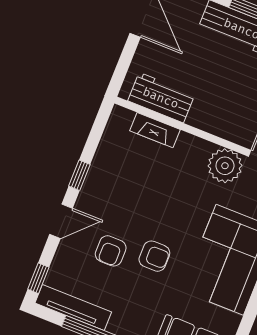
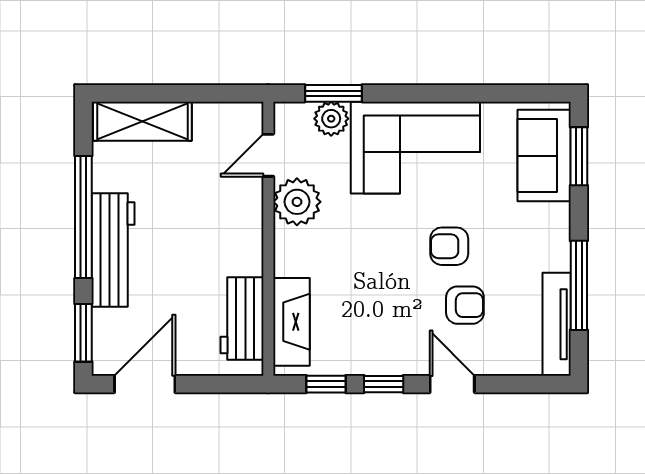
fireplace: (155, 130) -> (291, 322), width x1.37, depth x1.32
armchair: (154, 256) -> (449, 246), turned -90
window: (38, 278) -> (326, 384), moved

